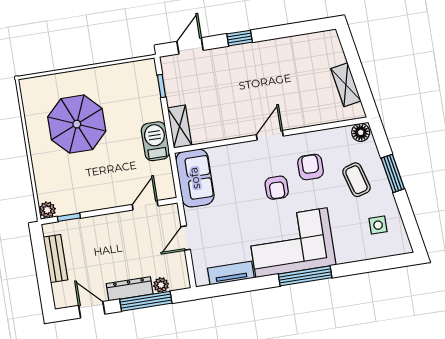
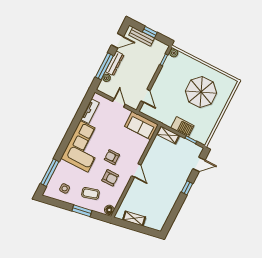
door: (190, 46) -> (199, 164), hinge flipped
barbecue: (155, 141) -> (182, 127), moved
bench: (56, 259) -> (142, 37), moved
window: (42, 270) -> (150, 32), added
window: (305, 276) -> (50, 173), moved

